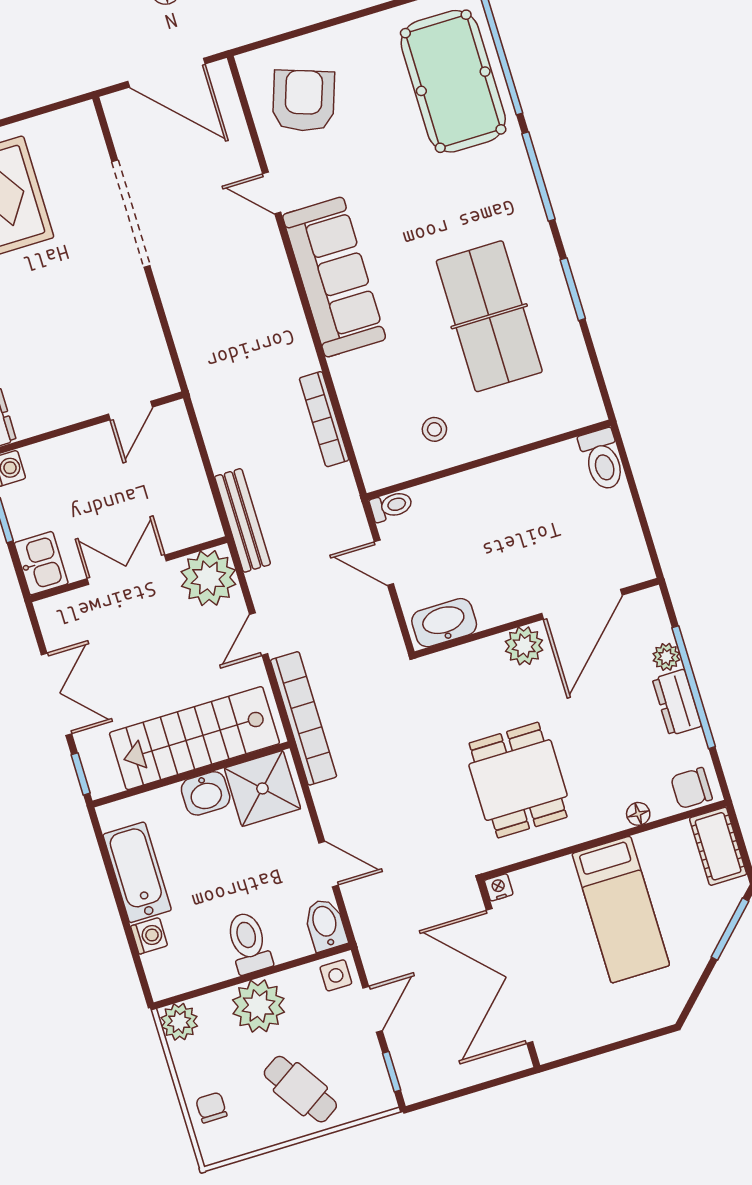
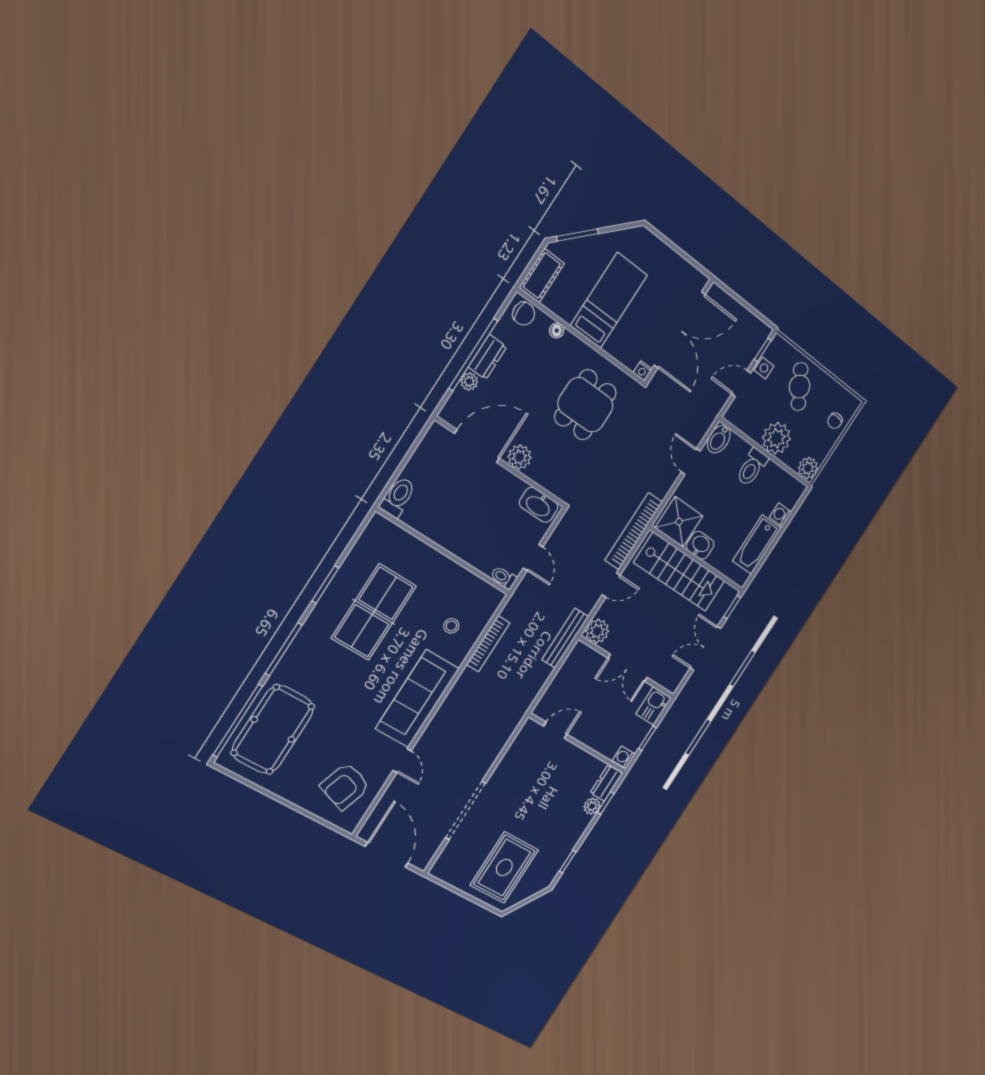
stool: (434, 429) -> (451, 626), moved
plant: (208, 578) -> (597, 631), width x0.73, depth x0.73
side table: (336, 975) -> (764, 368), moved

